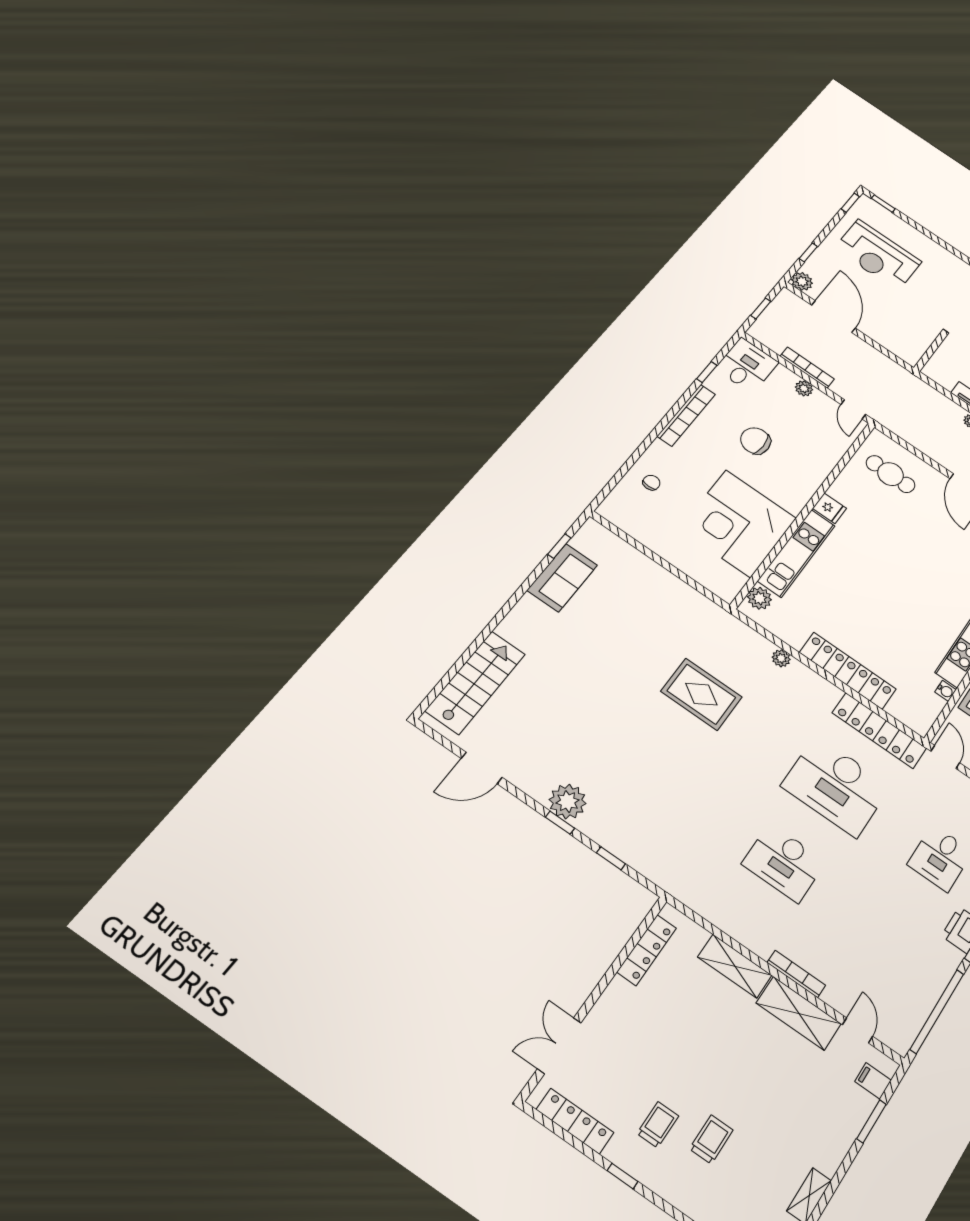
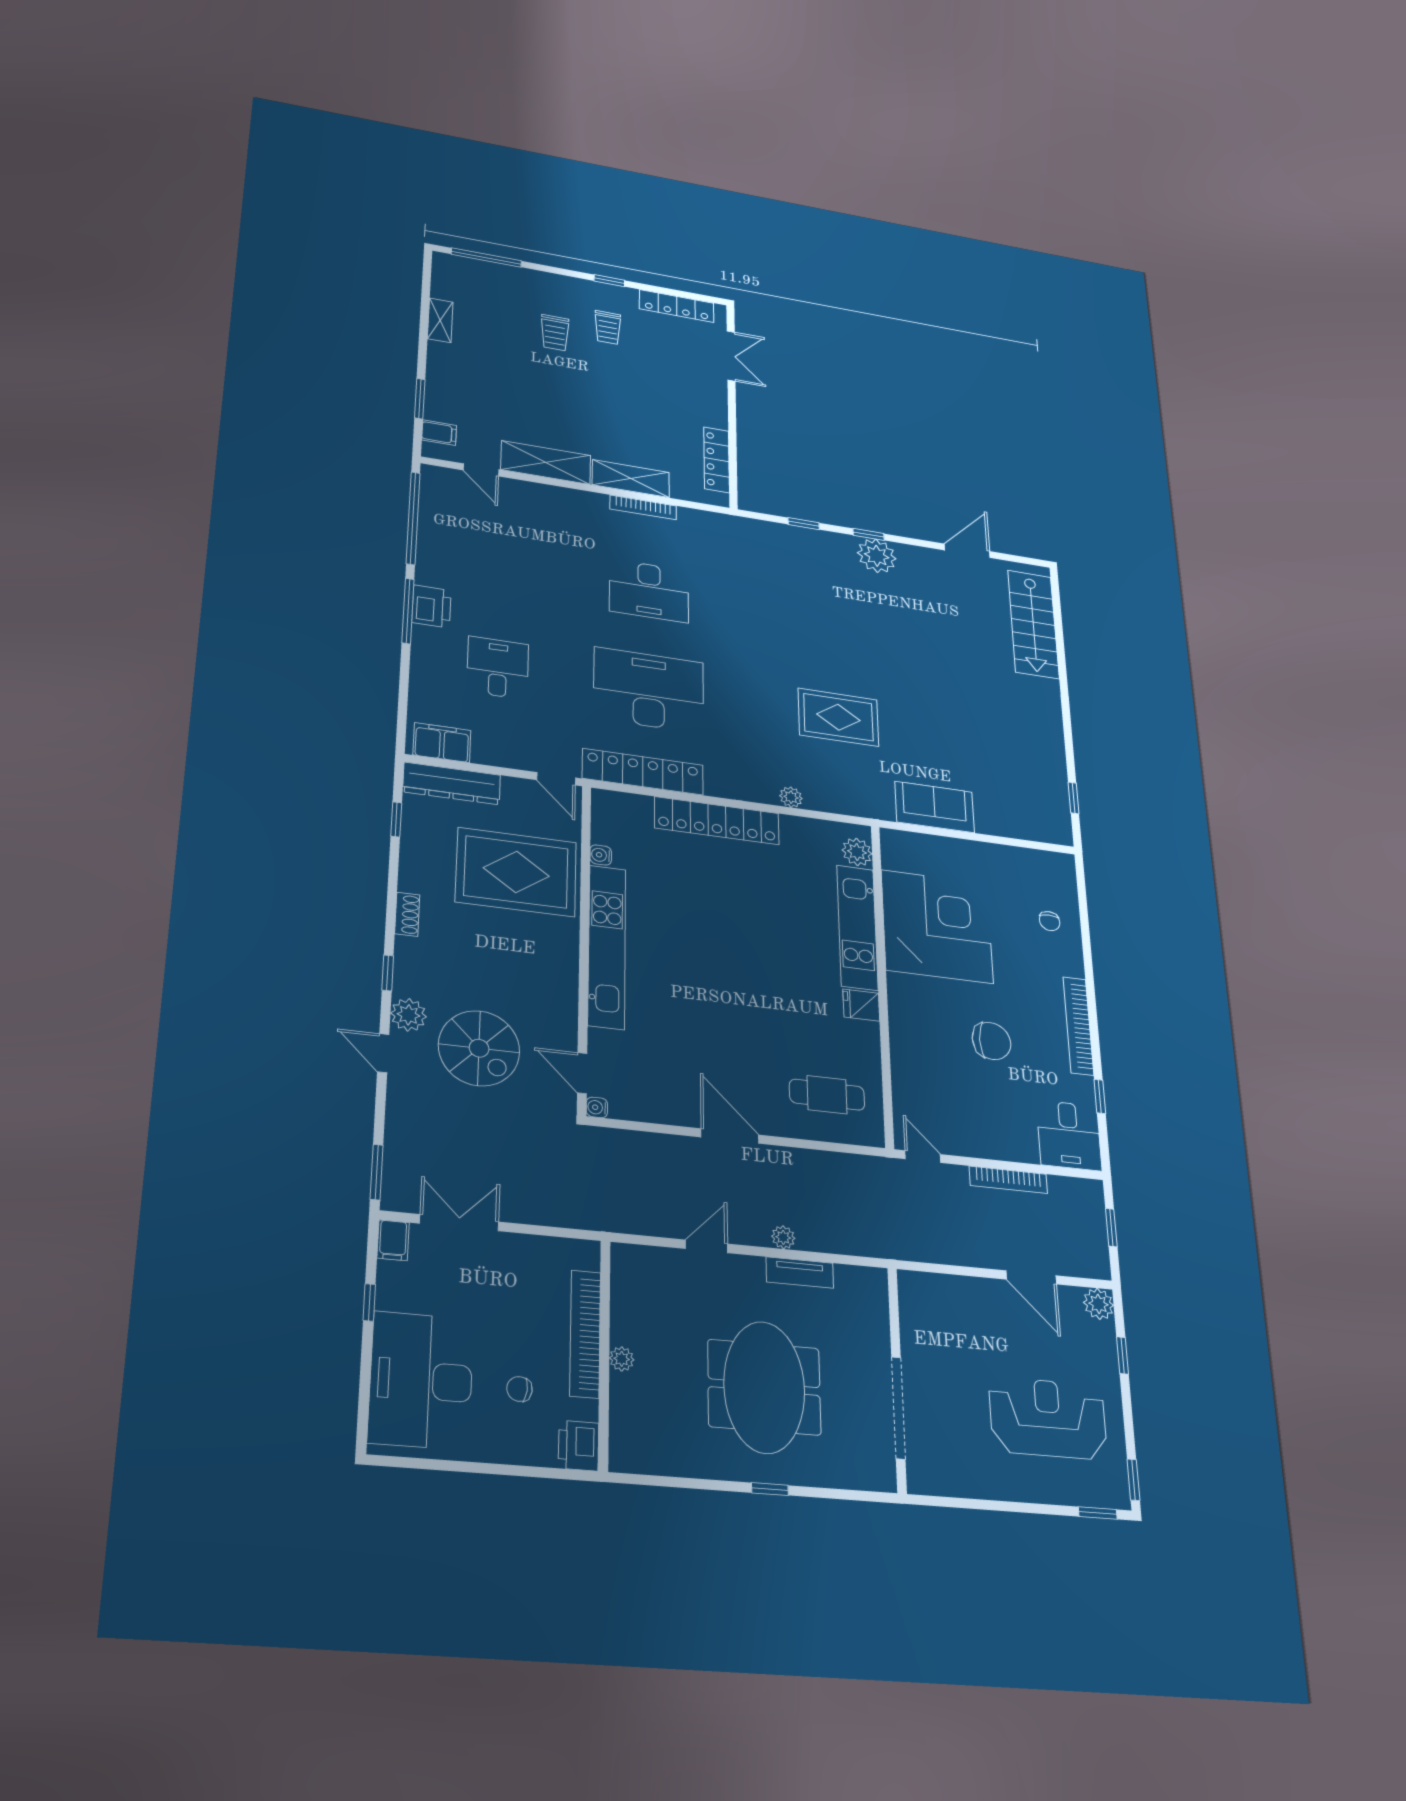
door: (833, 317) -> (1031, 1277), width x0.73
plant: (804, 388) -> (992, 1148), removed
sofa: (562, 578) -> (935, 807), moved, turned 90
desk: (784, 863) -> (649, 591), turned 180
bookcase: (796, 974) -> (643, 507), moved

